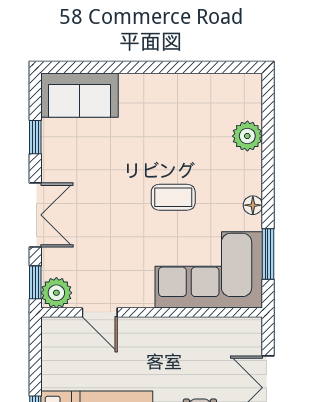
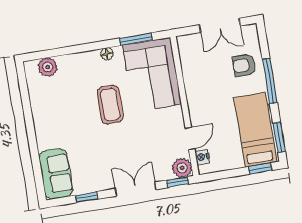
plant: (247, 136) -> (48, 67), moved
coffee table: (173, 197) -> (110, 105), width x1.36, depth x1.30
nightstand: (68, 327) -> (202, 157), added

